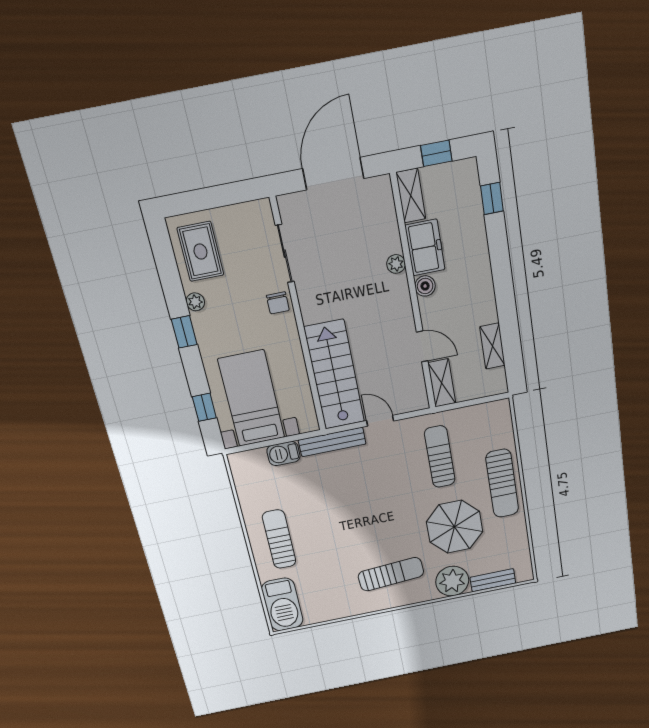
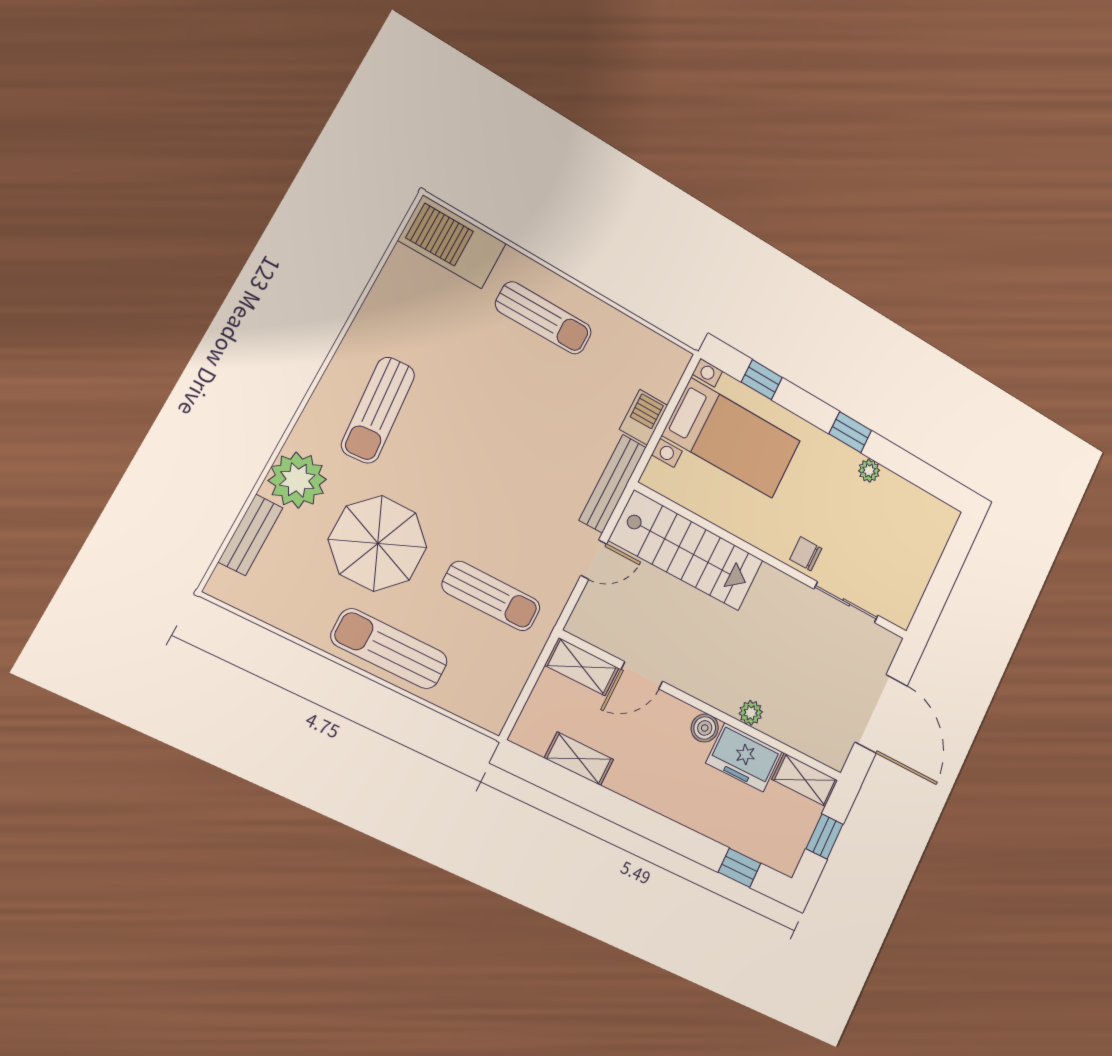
rug: (200, 251) -> (909, 519), removed

